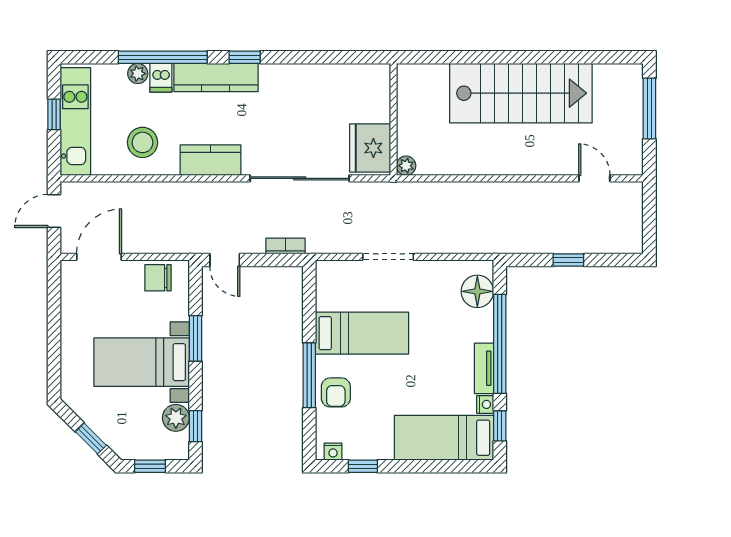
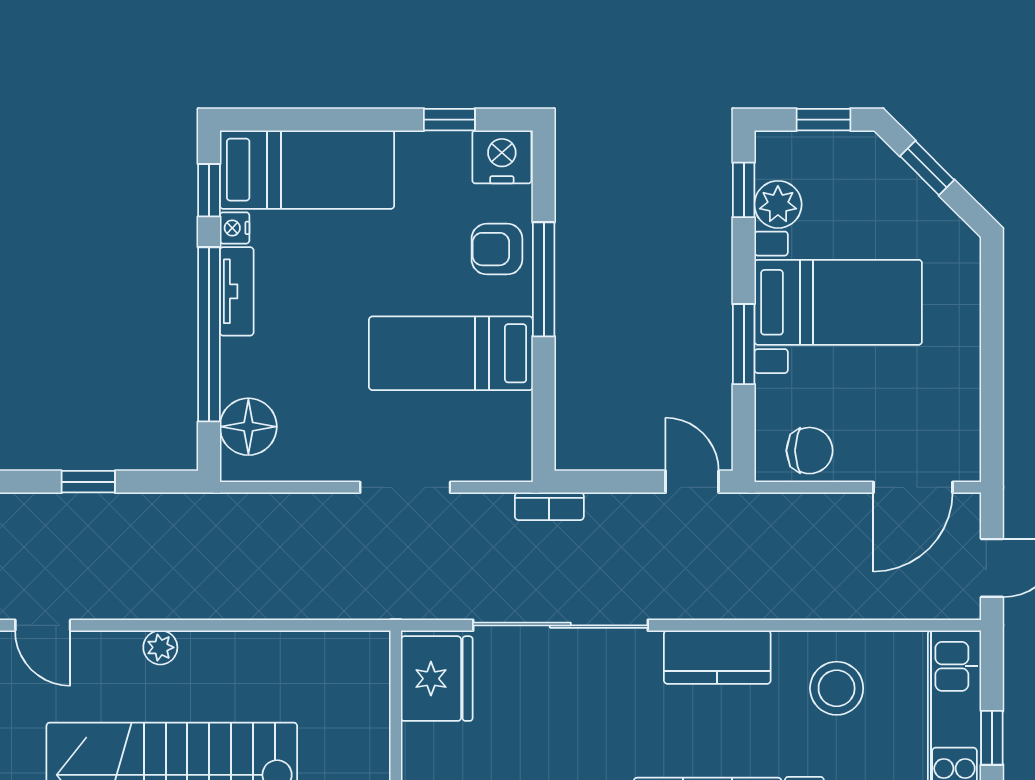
plant: (406, 166) -> (160, 647), moved
bookcase: (286, 246) -> (549, 506), moved
armchair: (336, 392) -> (497, 249), turned -90
nightstand: (333, 452) -> (502, 157), width x1.89, depth x1.79

